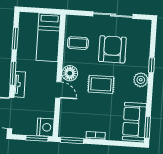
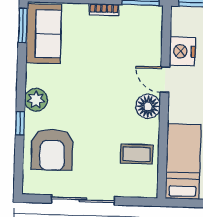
armchair: (112, 49) -> (52, 150), moved
rug: (101, 84) -> (98, 91), removed
nightstand: (45, 127) -> (182, 51), moved

